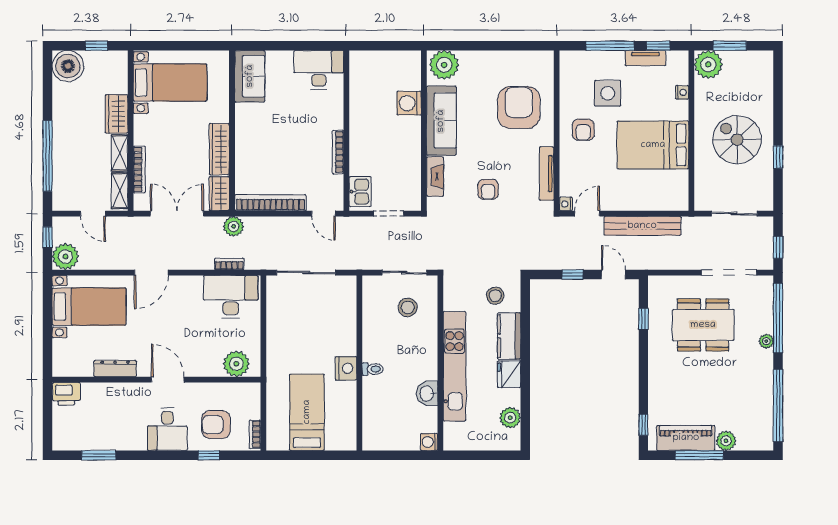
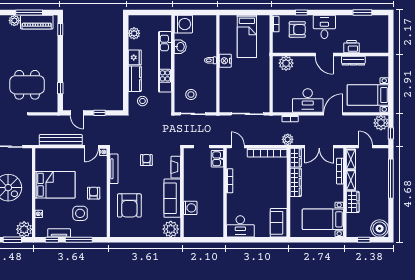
desk: (231, 297) -> (308, 100), moved
printer: (66, 394) -> (352, 47), moved
washing machine: (429, 442) -> (183, 24), width x1.89, depth x1.89

